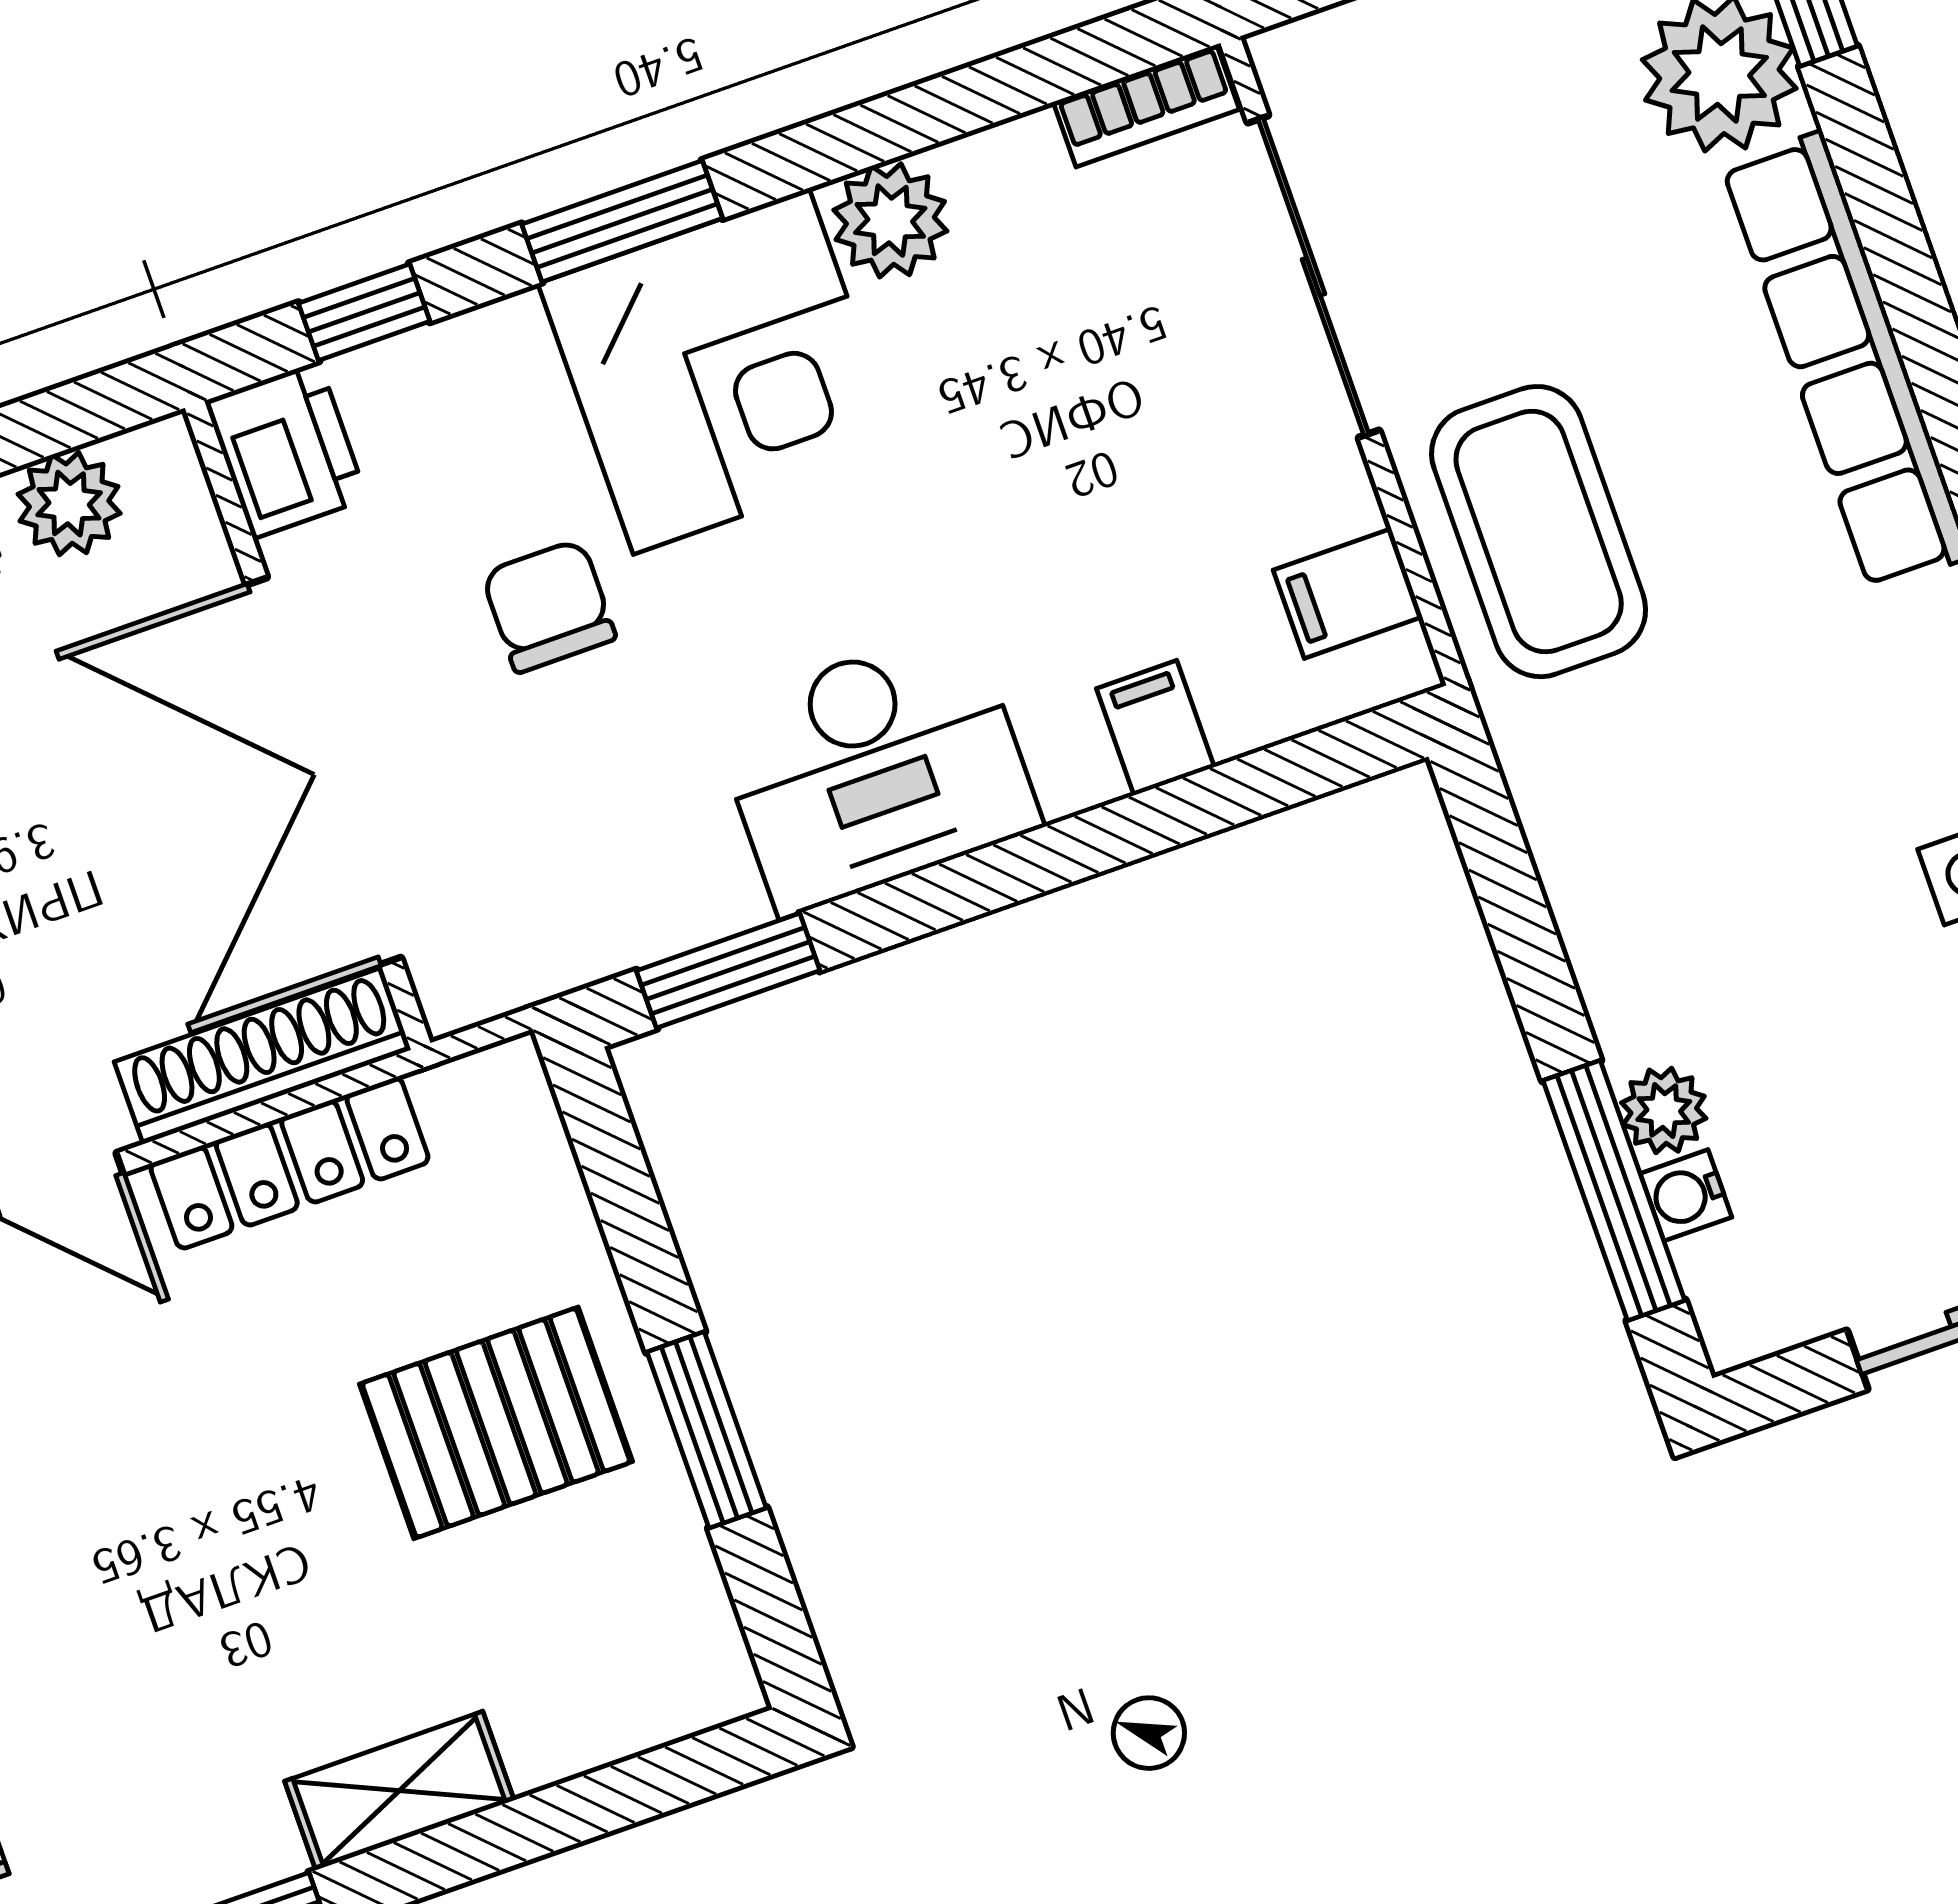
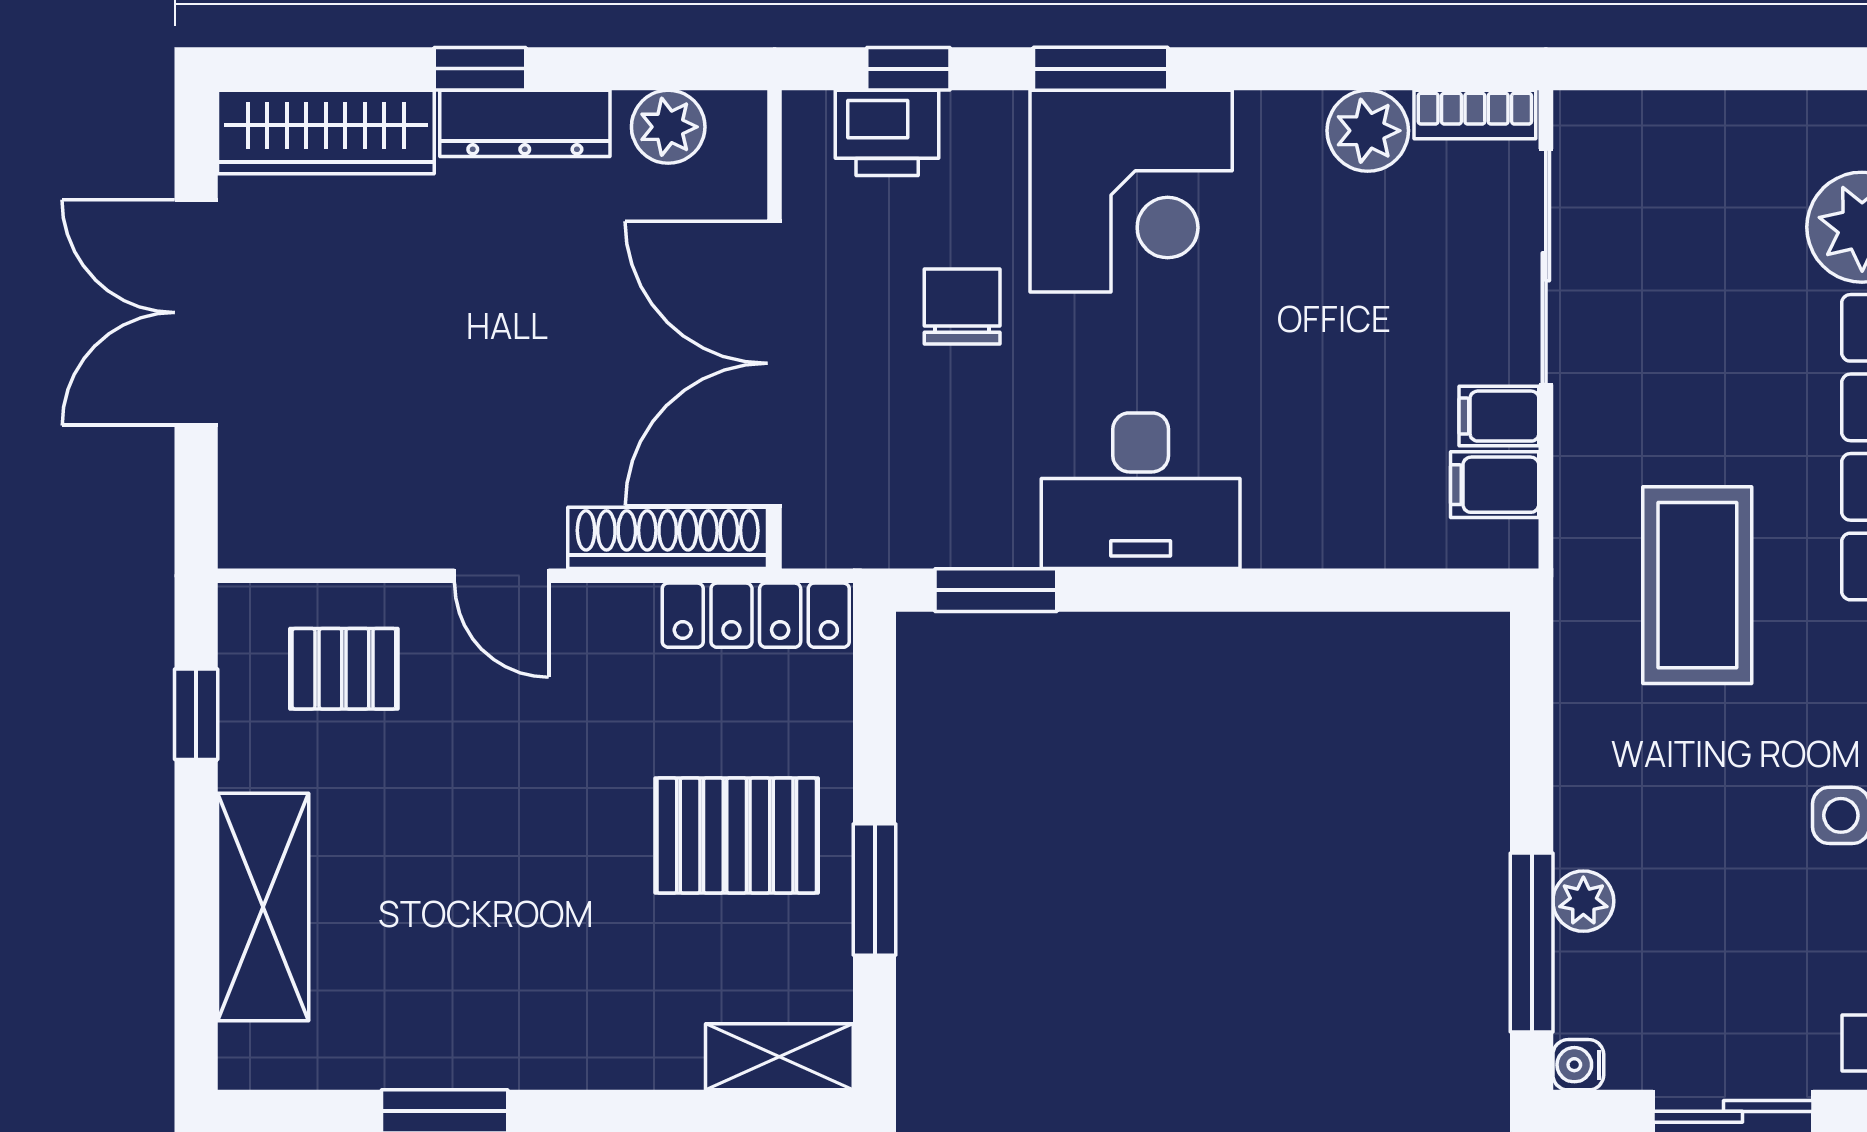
plant: (890, 220) -> (1368, 131), moved
printer: (286, 450) -> (887, 133), moved, turned 90
coffee table: (1539, 532) -> (1697, 585), moved
filing cabinet: (1155, 728) -> (1499, 416), moved, turned -90
locker: (289, 1163) -> (756, 615), moved
water cooler: (1686, 1195) -> (1578, 1065), moved
shelving: (399, 1791) -> (779, 1057), moved

